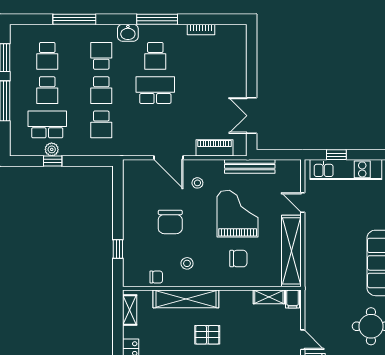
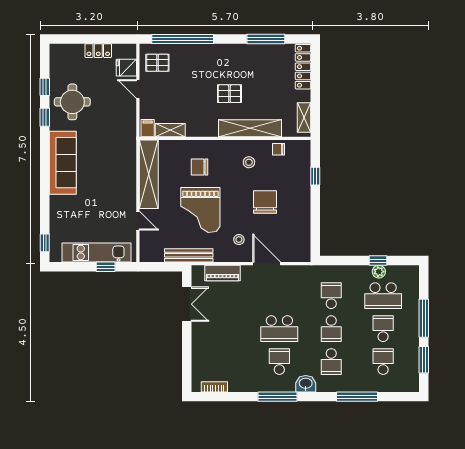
bookcase: (201, 29) -> (214, 387), moved
school desk: (101, 90) -> (331, 329), turned 180

